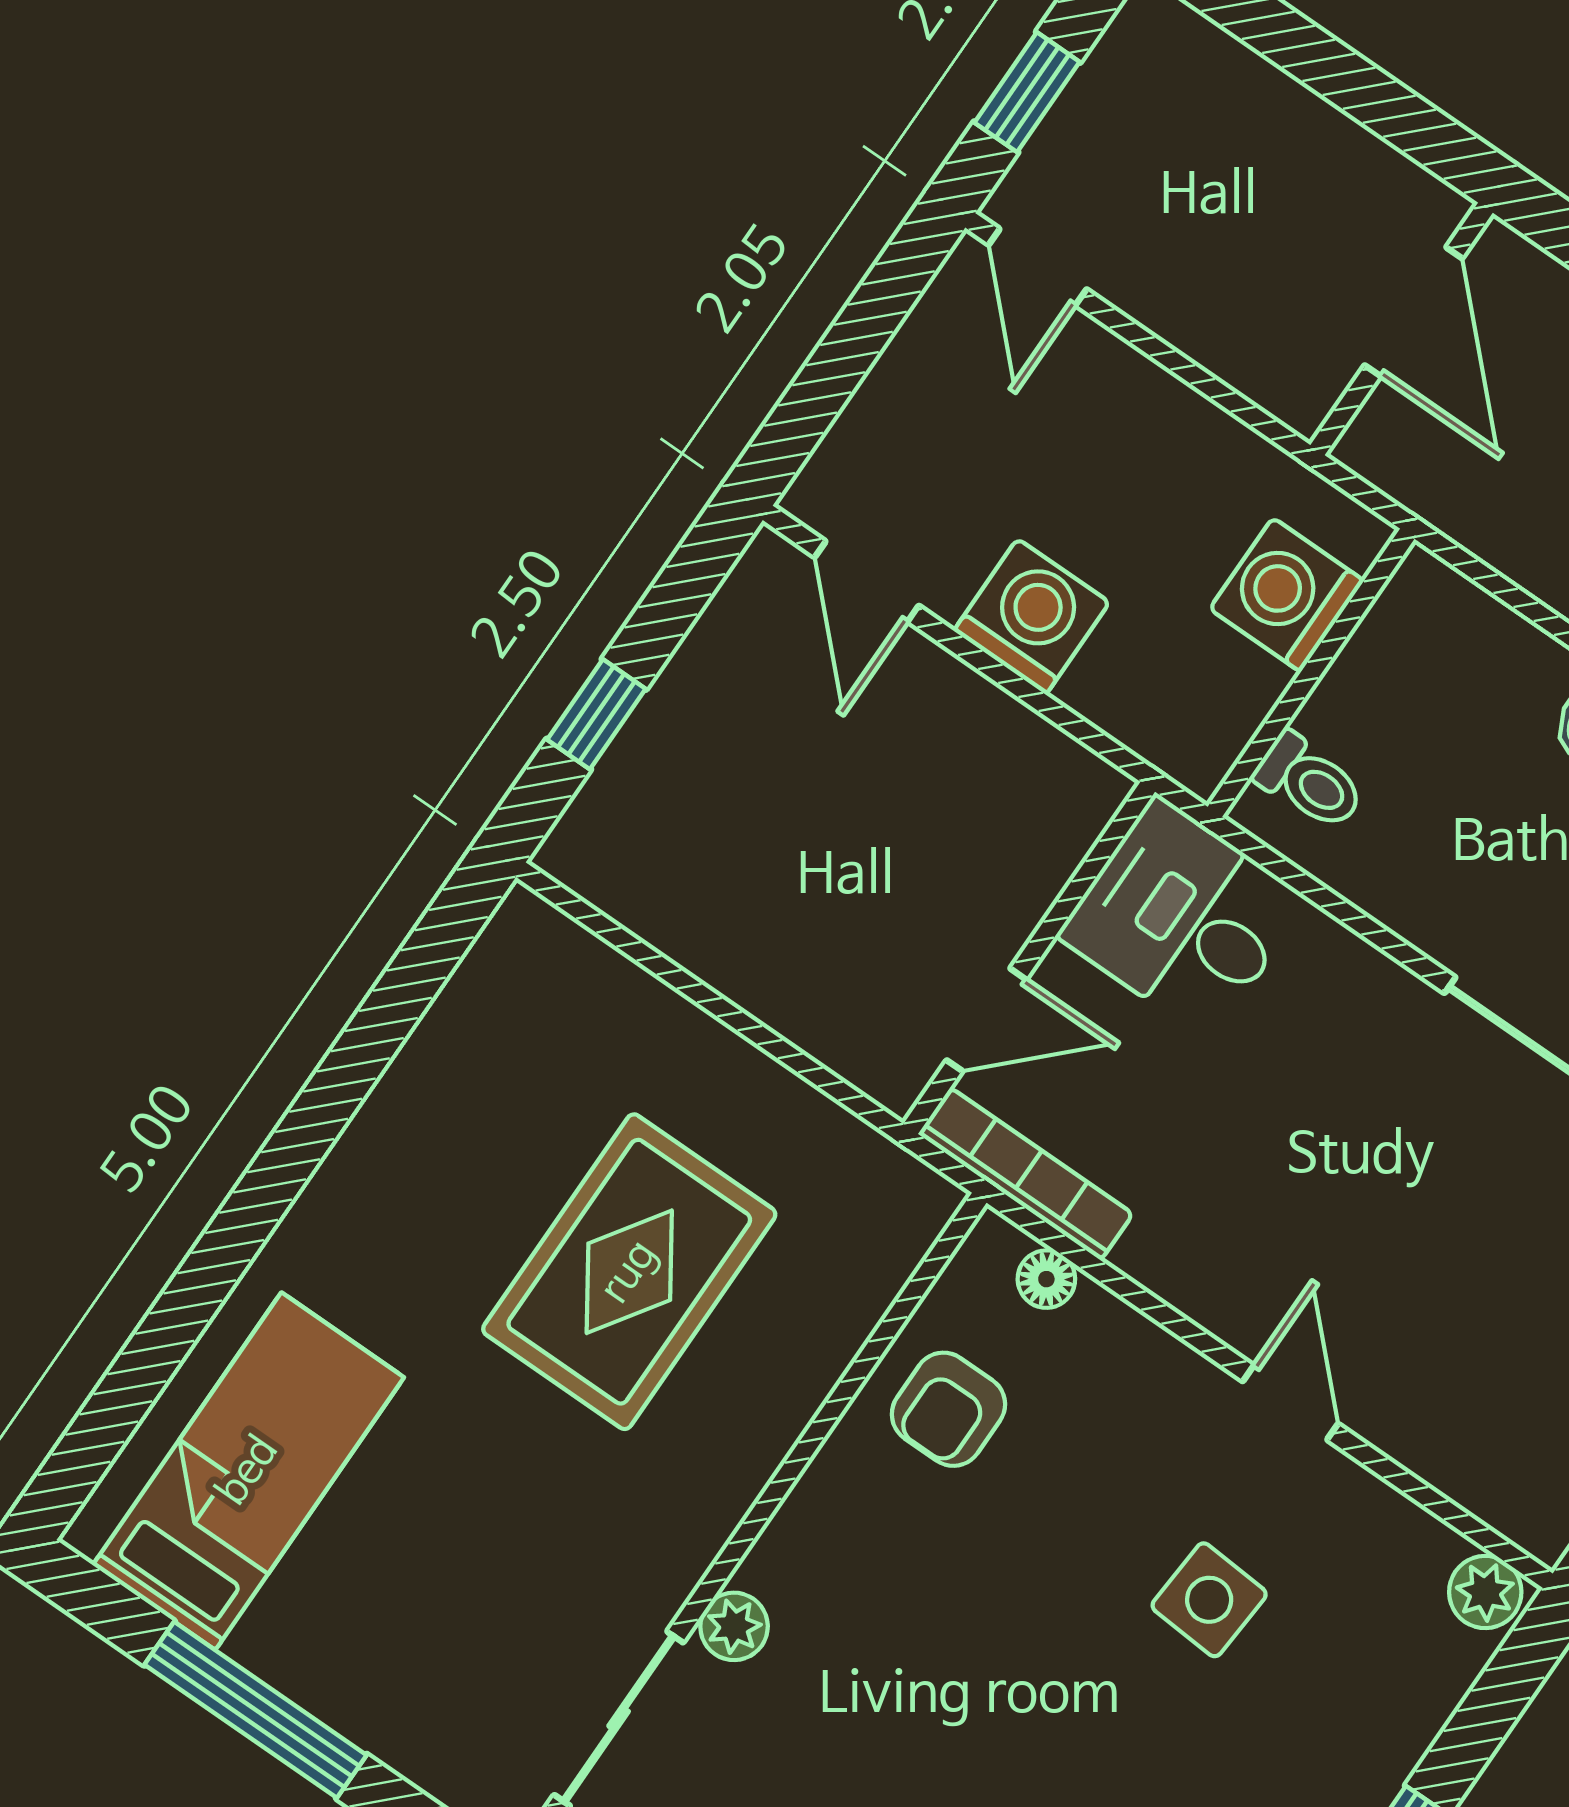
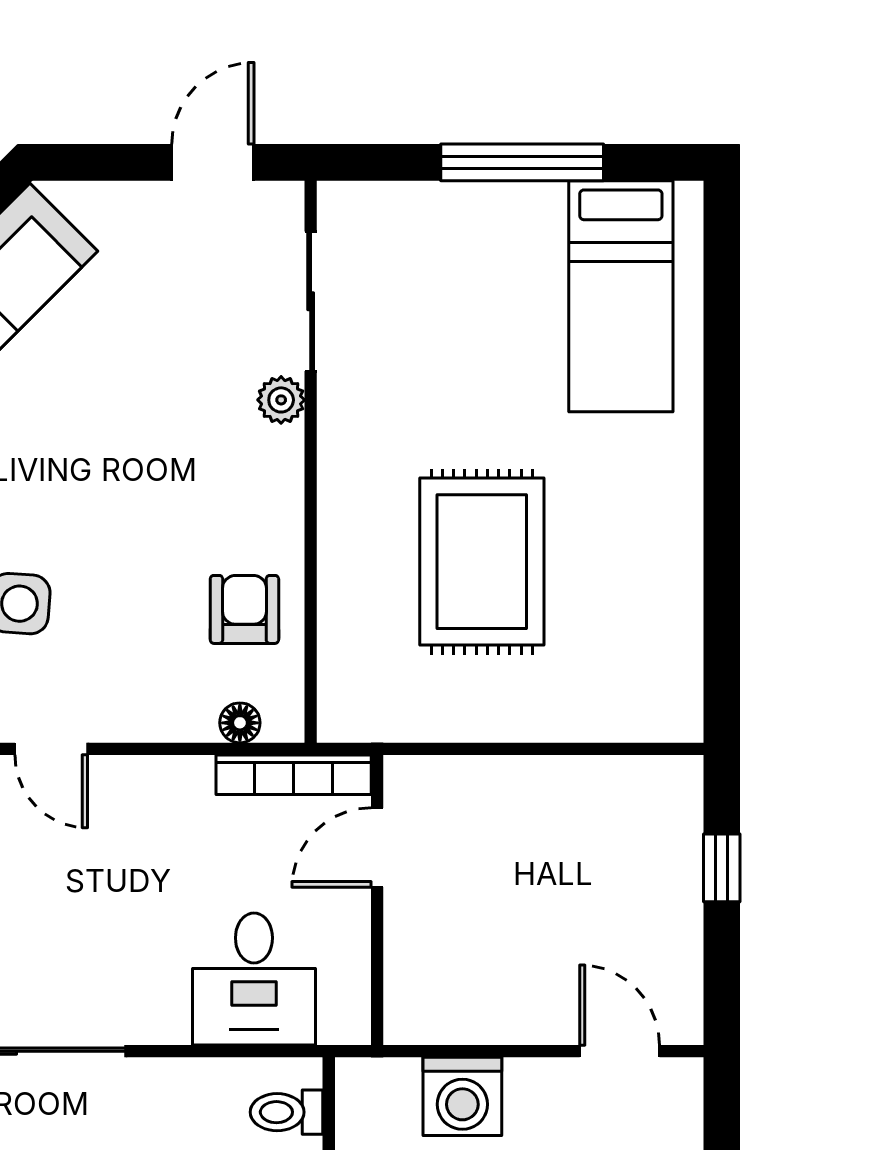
washing machine: (1032, 617) -> (462, 1096), moved
desk: (1183, 918) -> (254, 979), moved, turned 90

